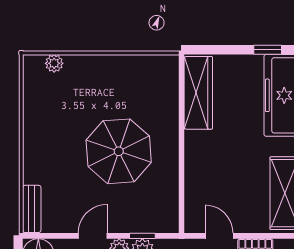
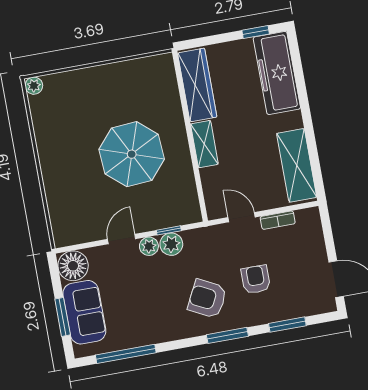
plant: (54, 63) -> (34, 86), moved
shelving: (195, 154) -> (204, 144), added
bench: (32, 209) -> (59, 224), removed

